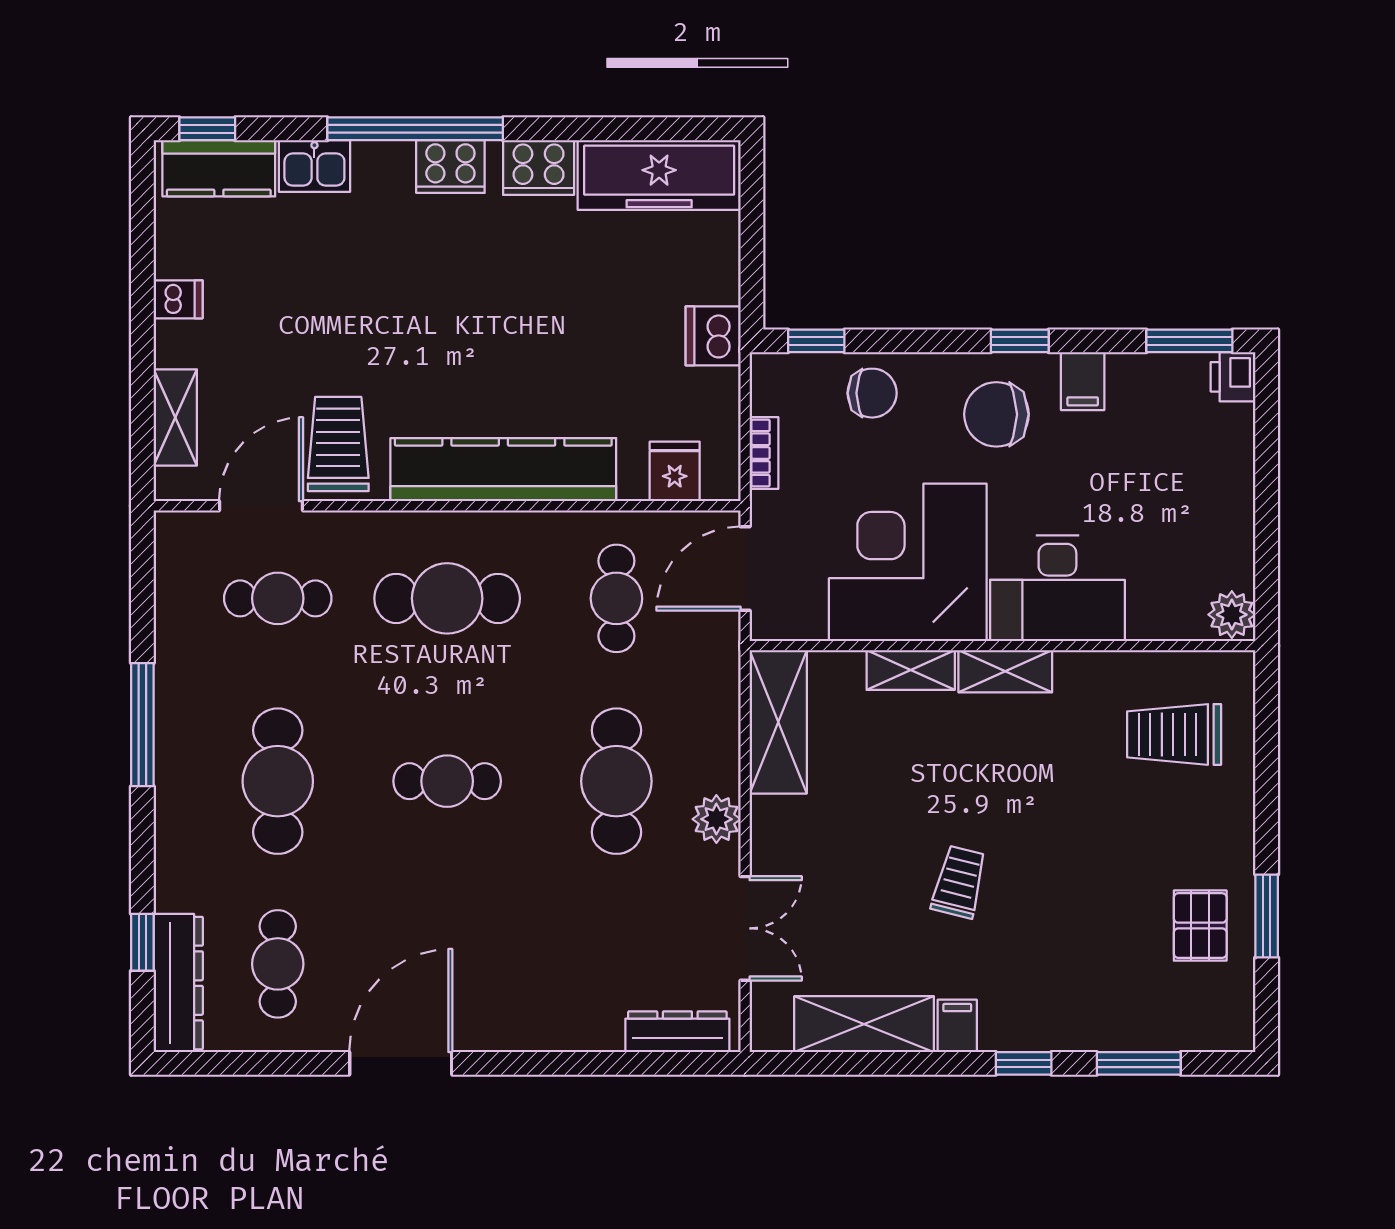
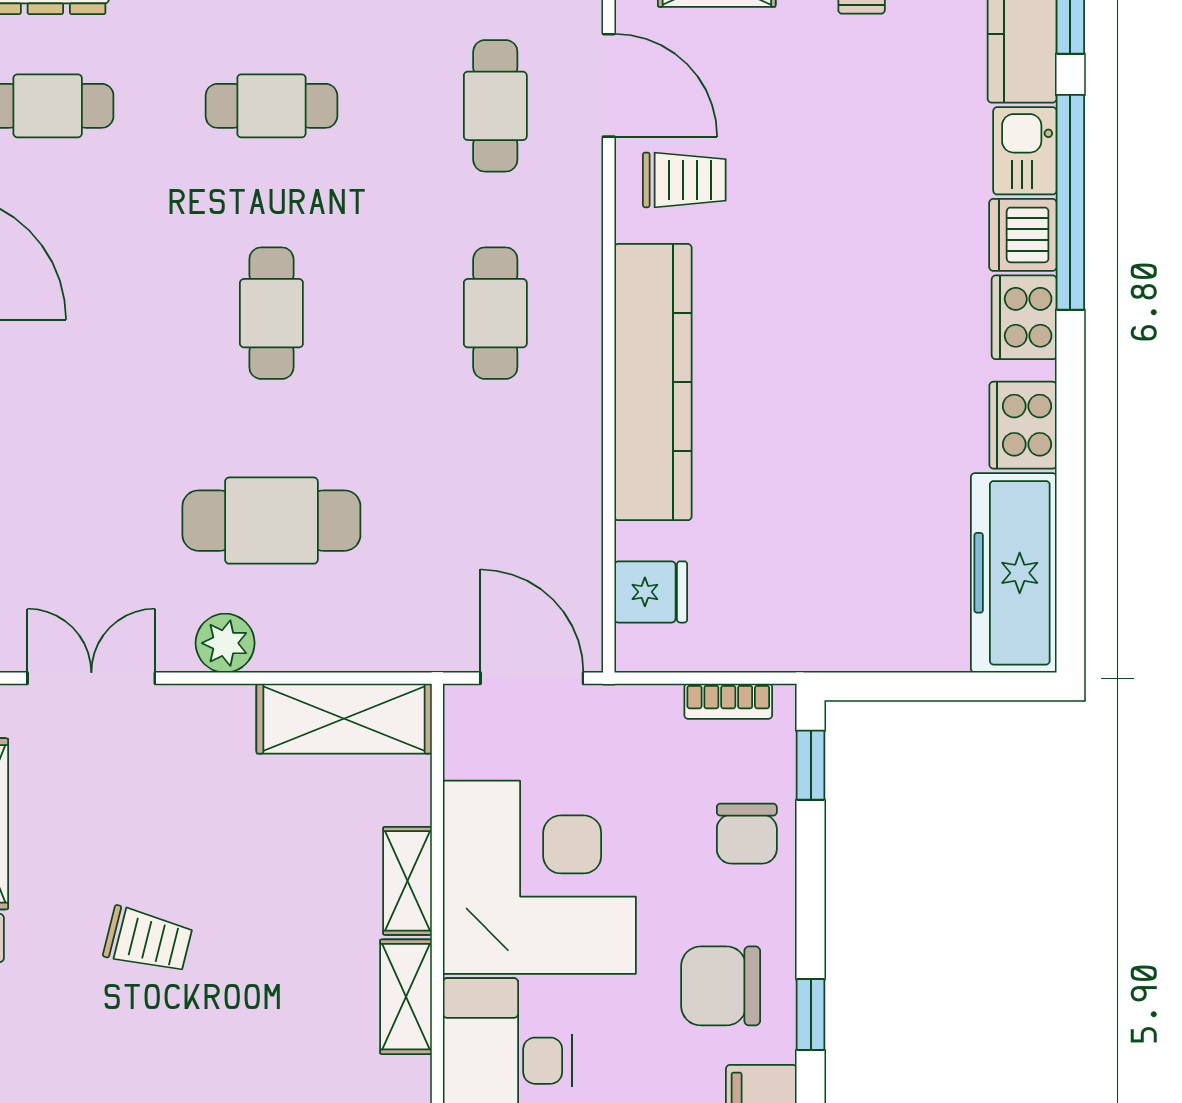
window: (415, 129) -> (1070, 202), moved
dishwasher: (713, 336) -> (1023, 235), moved, turned -90
chair: (996, 414) -> (721, 986), turned -90
trolley: (338, 444) -> (684, 180), width x0.73, depth x0.72
bookcase: (764, 453) -> (728, 701), moved
cafe table: (447, 598) -> (495, 313), width x0.73, depth x0.74
cafe table: (616, 598) -> (495, 521), removed
cafe table: (278, 781) -> (271, 106), width x0.73, depth x0.74
double door: (745, 928) -> (91, 678), swing flipped

